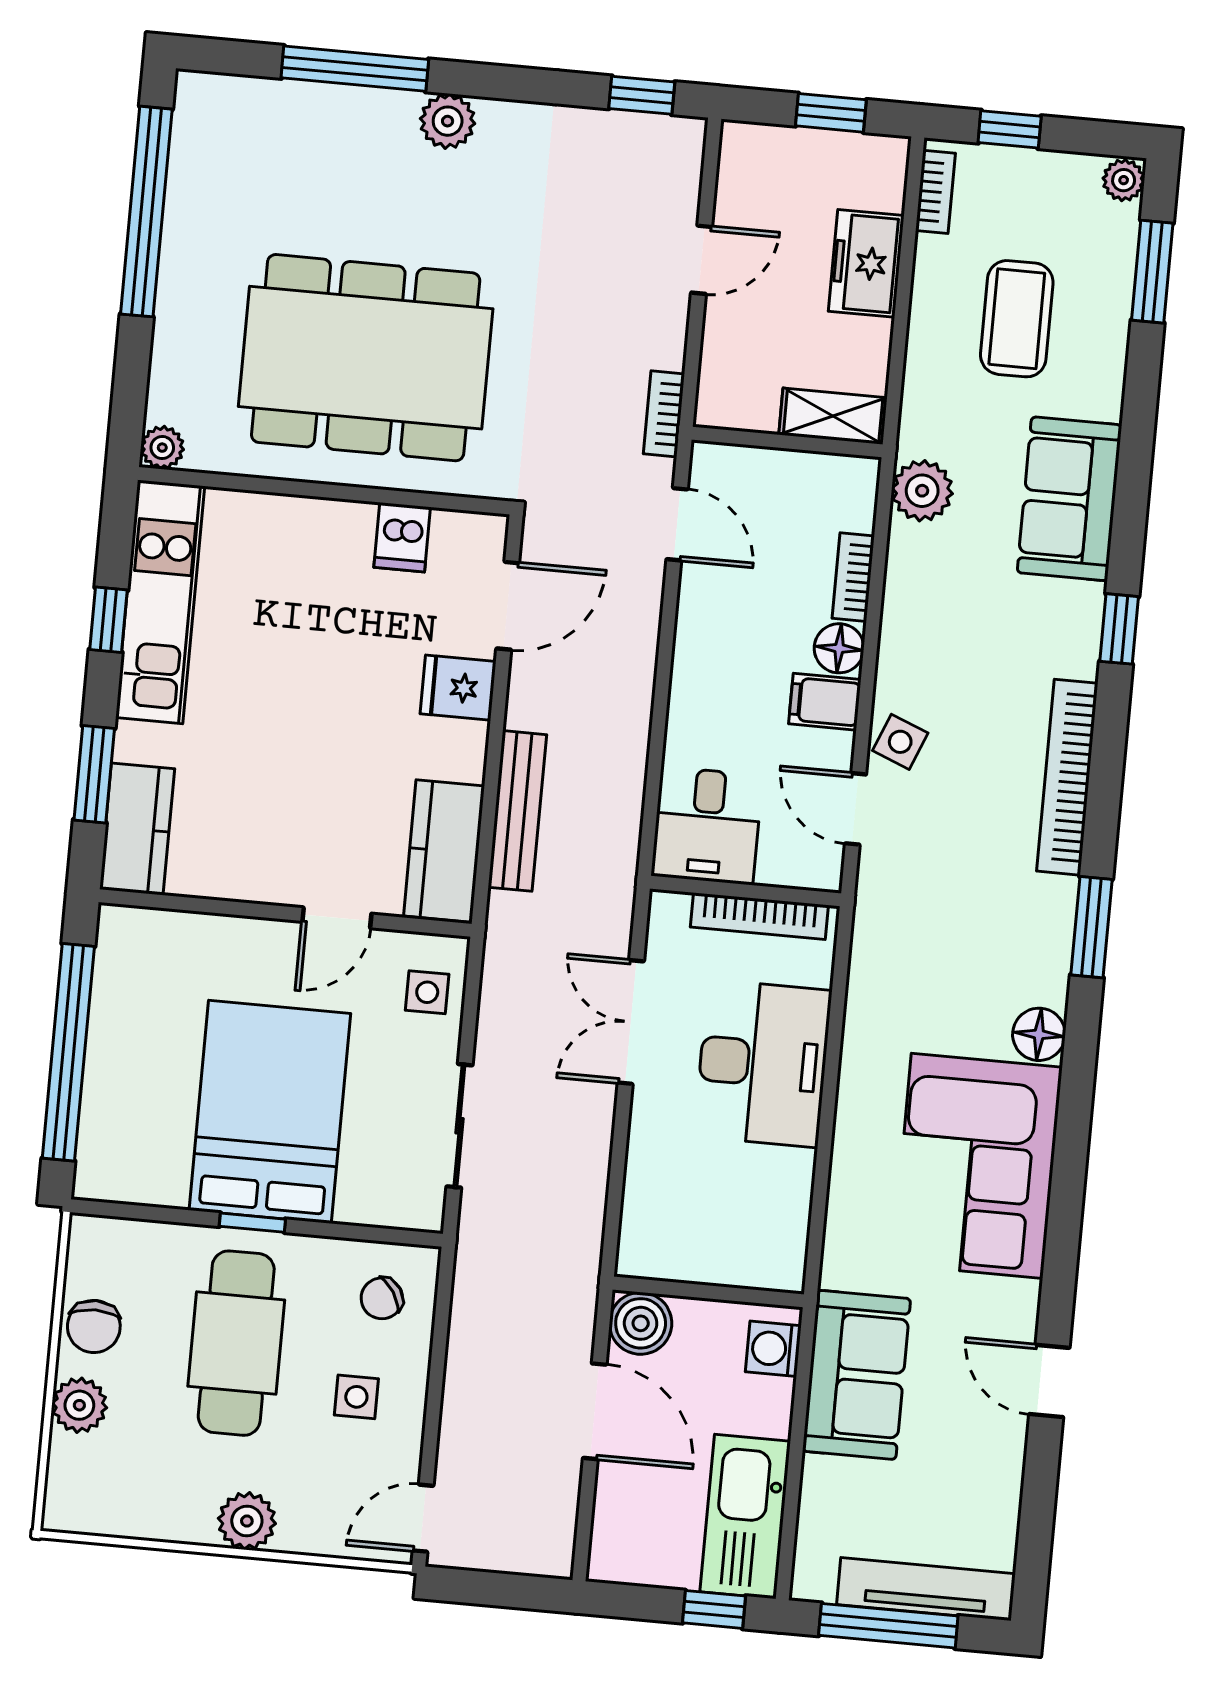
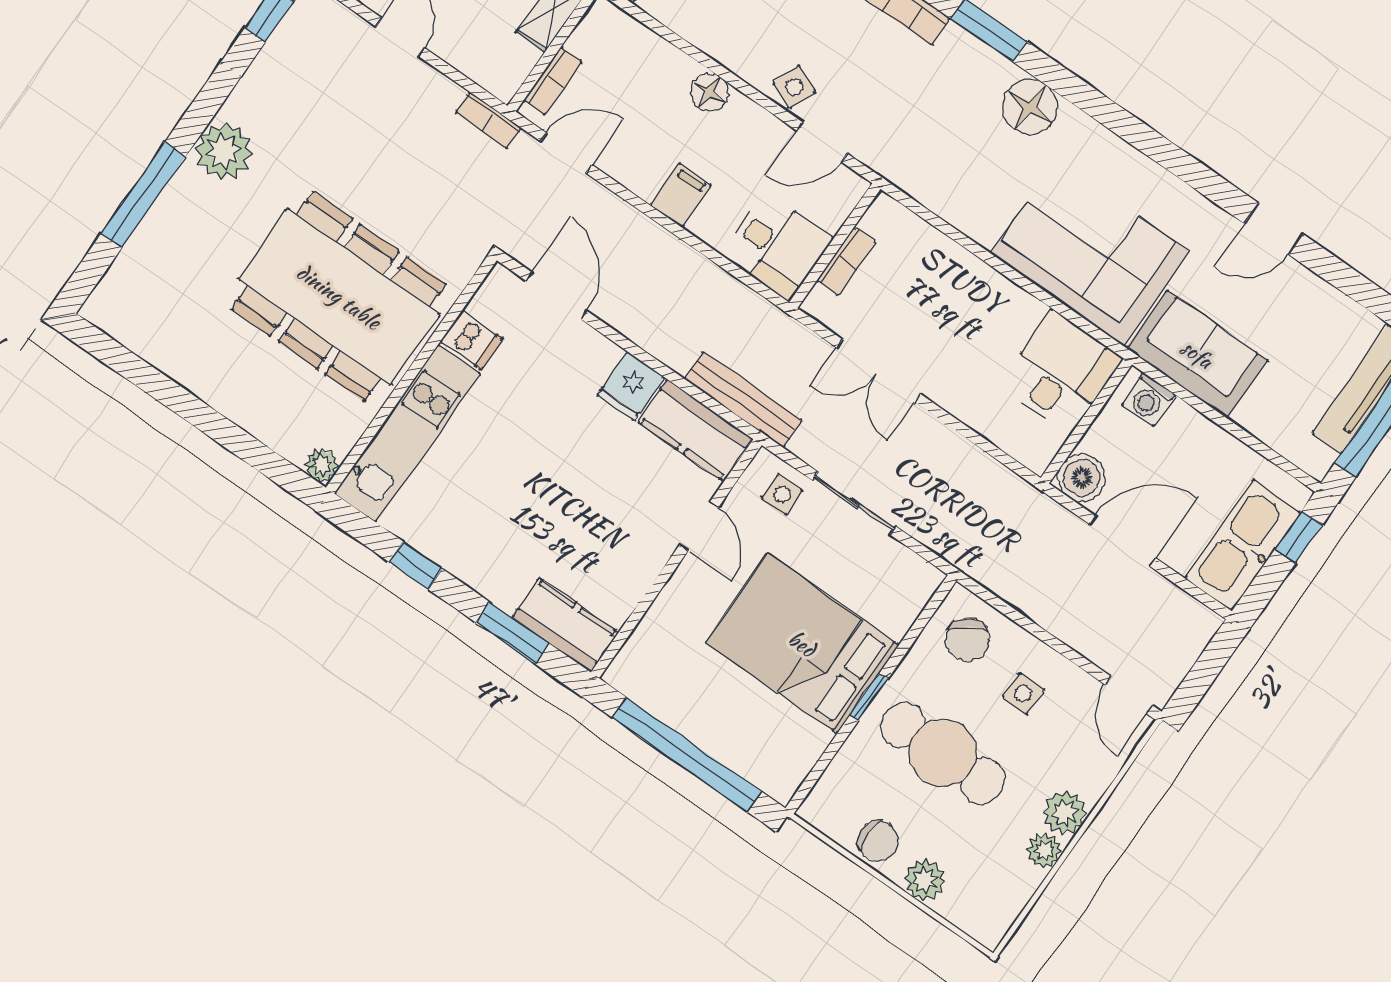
plant: (448, 121) -> (224, 151), width x1.36, depth x1.36
window: (146, 212) -> (160, 387), removed
dining table: (366, 358) -> (339, 297), turned 90
bookcase: (853, 577) -> (553, 81), moved, turned -90
kitchen unit: (160, 602) -> (407, 434), moved, turned 90
fridge: (458, 688) -> (631, 386), moved
filing cabinet: (825, 702) -> (681, 195), moved, turned 180
bench: (517, 811) -> (743, 399), moved
bookcase: (759, 916) -> (846, 261), width x0.64
floor lamp: (1039, 1034) -> (1030, 107), width x1.38, depth x1.38
desk: (763, 1063) -> (1061, 372), moved, width x0.73
sliding door: (459, 1126) -> (854, 503), moved
corner sofa: (977, 1166) -> (1090, 253), moved, turned 180
chair: (382, 1298) -> (968, 640), width x1.37, depth x1.37
kitchen sink: (745, 1517) -> (1243, 545), moved, turned 90
plant: (191, 1522) -> (1044, 850), added

